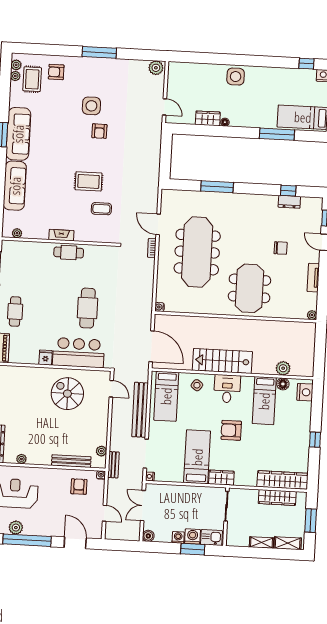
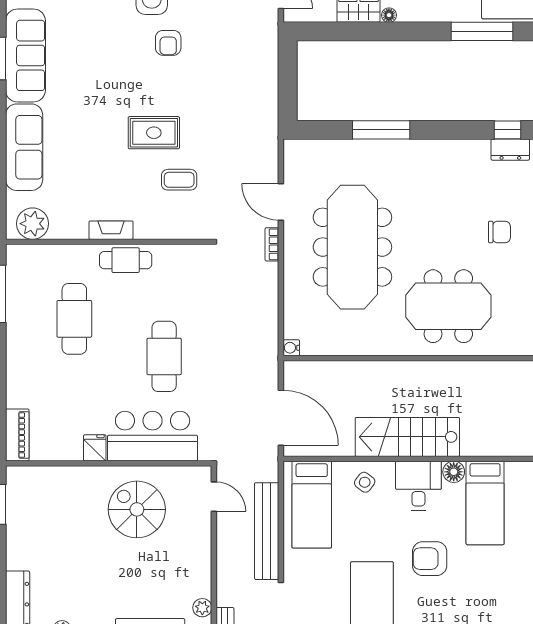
plant: (17, 233) -> (32, 224), width x1.88, depth x1.88
meeting table: (249, 288) -> (448, 306), turned 90
cafe table: (15, 311) -> (74, 319), moved, width x1.37, depth x1.35
plant: (283, 368) -> (515, 444), removed
floor lamp: (283, 384) -> (454, 472), moved

